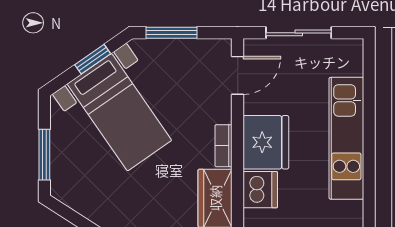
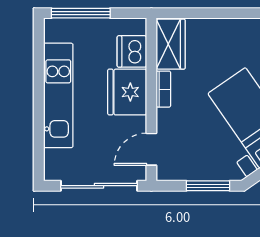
sliding door: (299, 33) -> (99, 186), width x1.37

